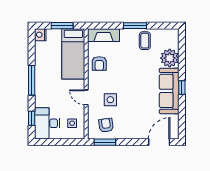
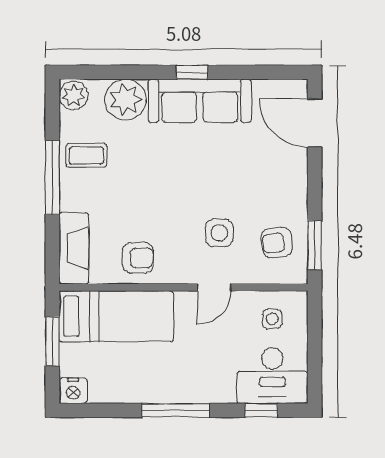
window: (135, 26) -> (52, 177), width x1.44
plant: (171, 35) -> (74, 95), added

